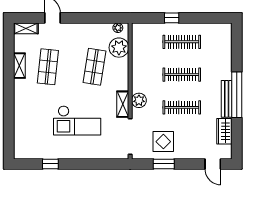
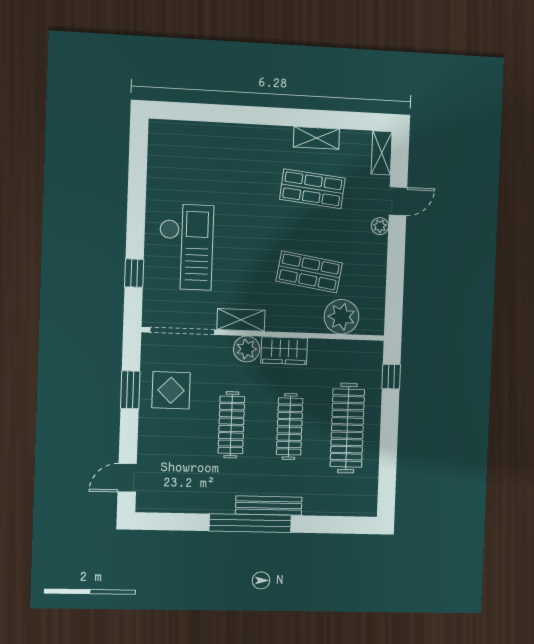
window: (172, 18) -> (391, 377), moved
plant: (118, 28) -> (380, 226), moved
clothes rail: (182, 42) -> (347, 428), width x1.37, depth x1.31
bench: (227, 99) -> (269, 506), moved
checkout: (77, 120) -> (186, 247), moved, turned 180
wardrobe: (224, 131) -> (284, 351), moved, turned 180
window: (50, 164) -> (134, 273), moved

